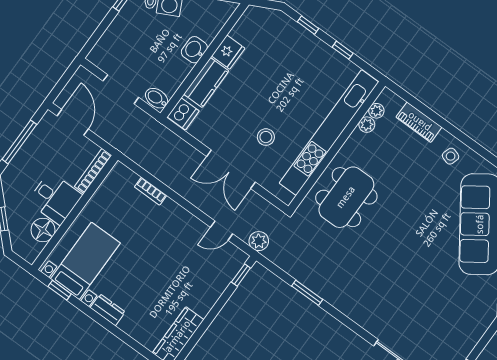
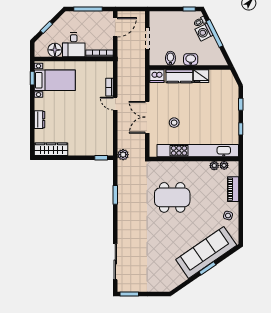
bidet: (157, 98) -> (170, 58), moved
dining table: (346, 197) -> (172, 197), moved
door: (221, 231) -> (115, 104), moved
dresser: (108, 310) -> (40, 120), moved

